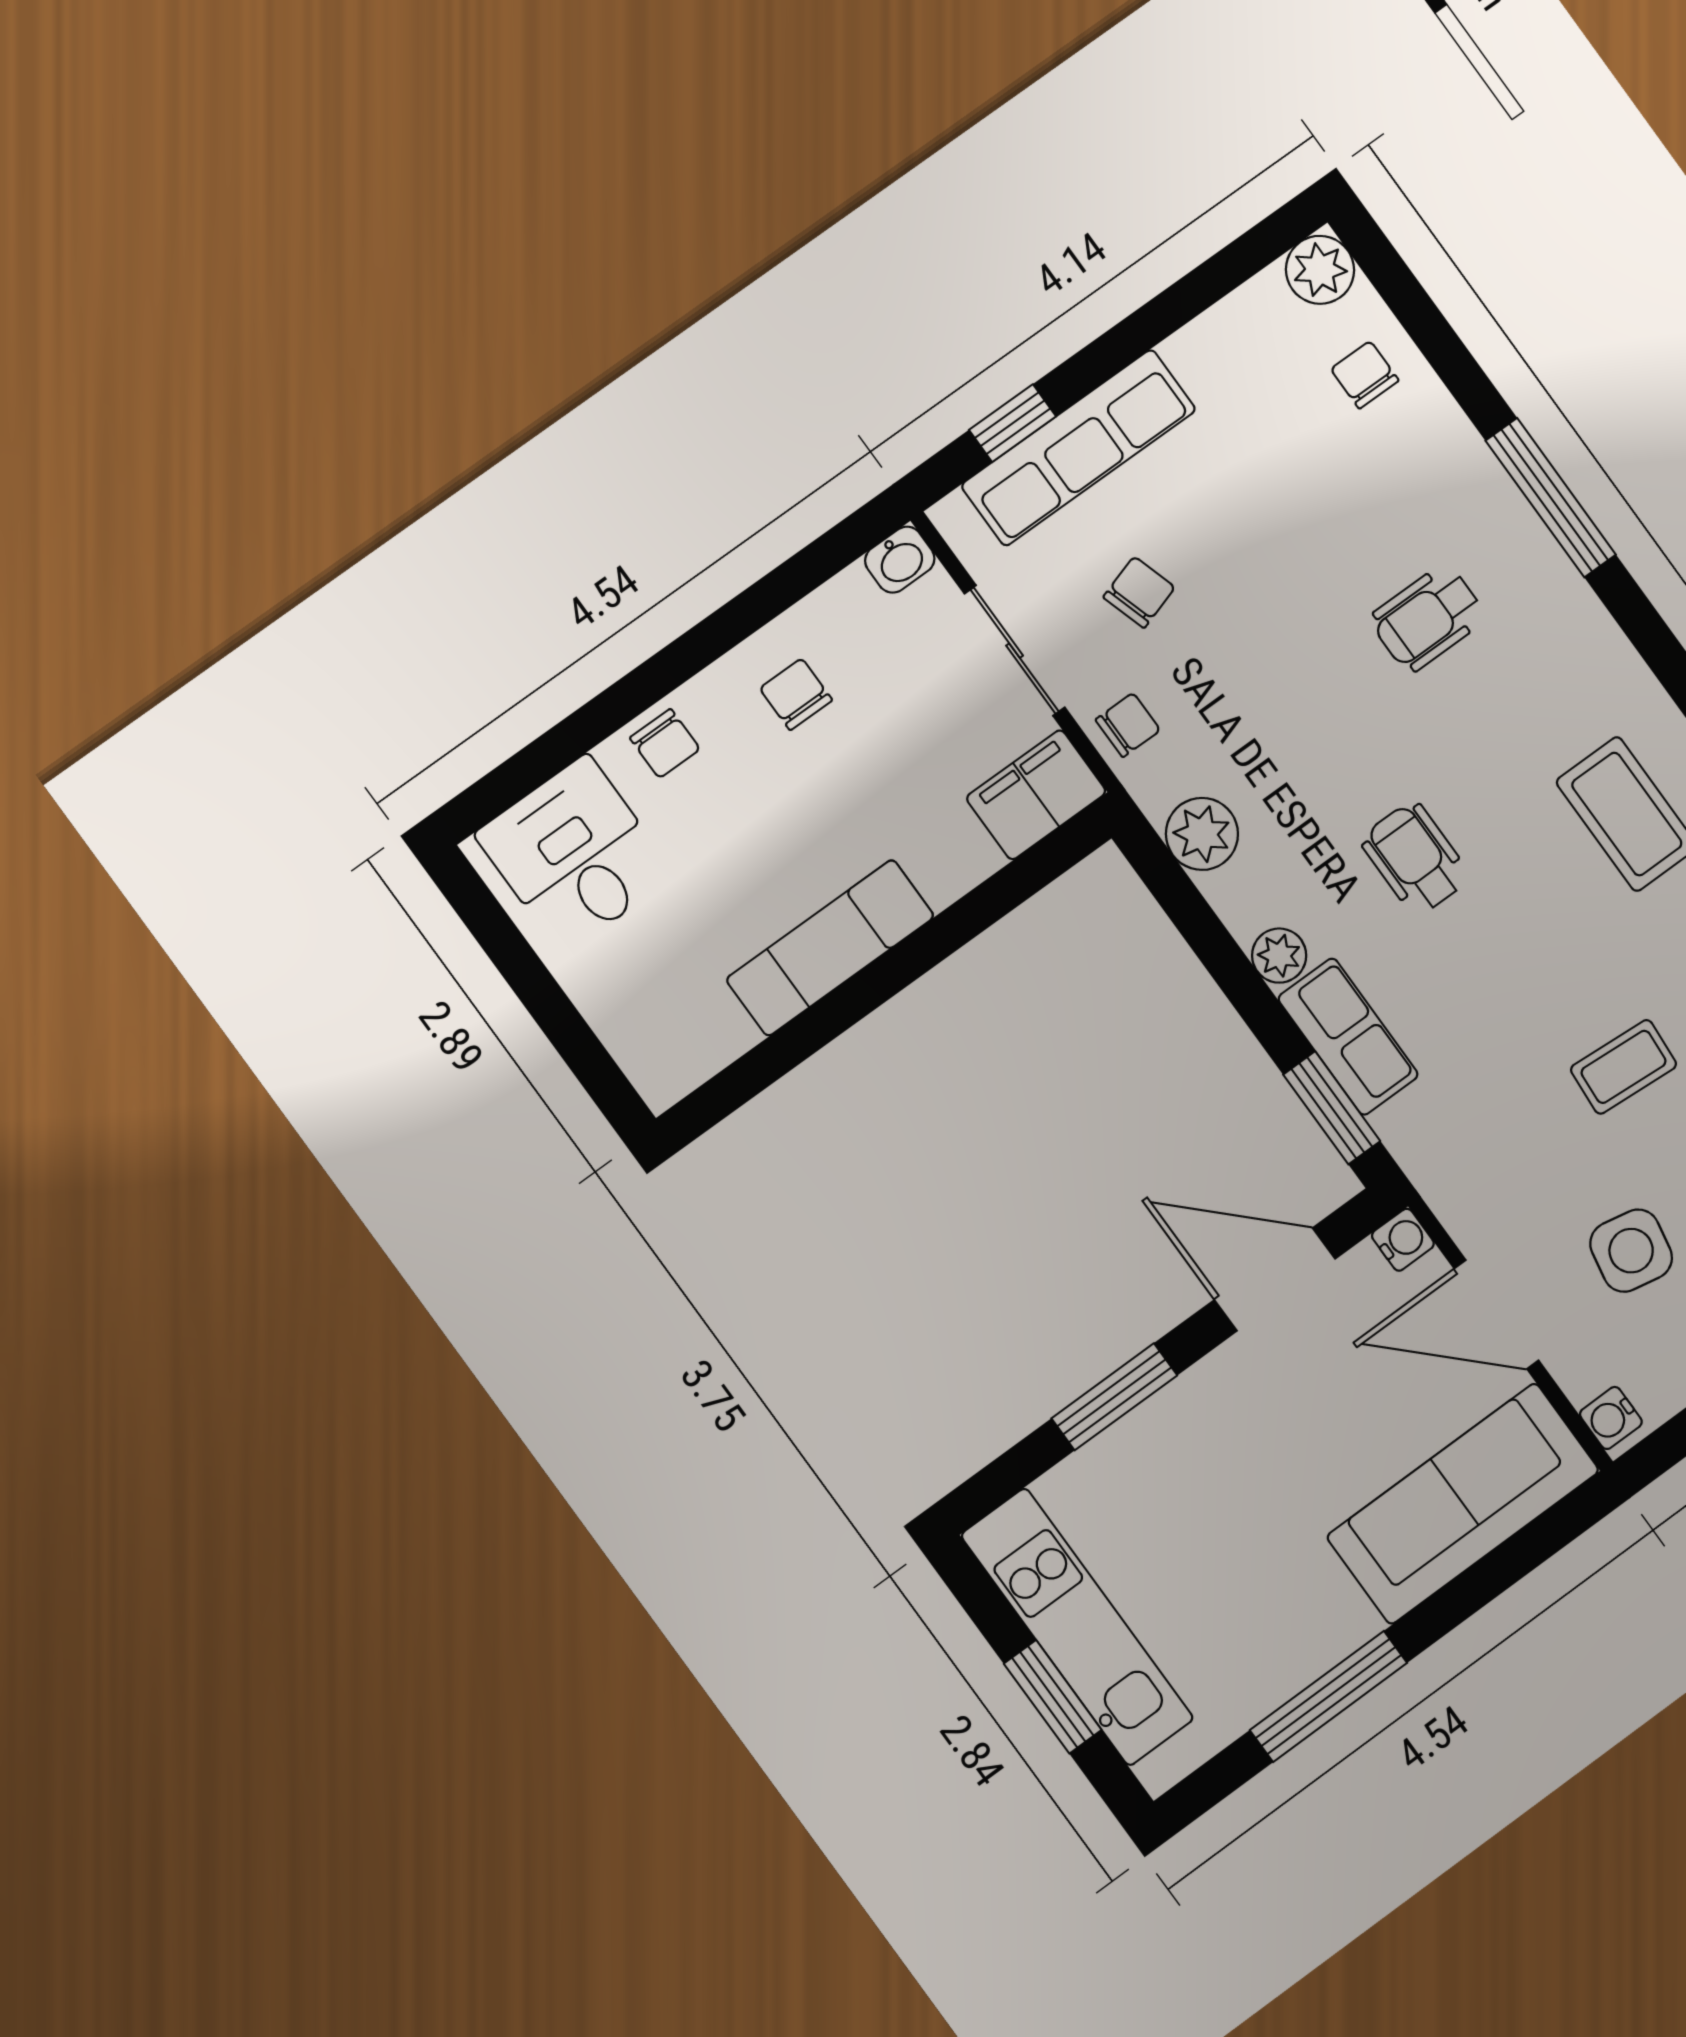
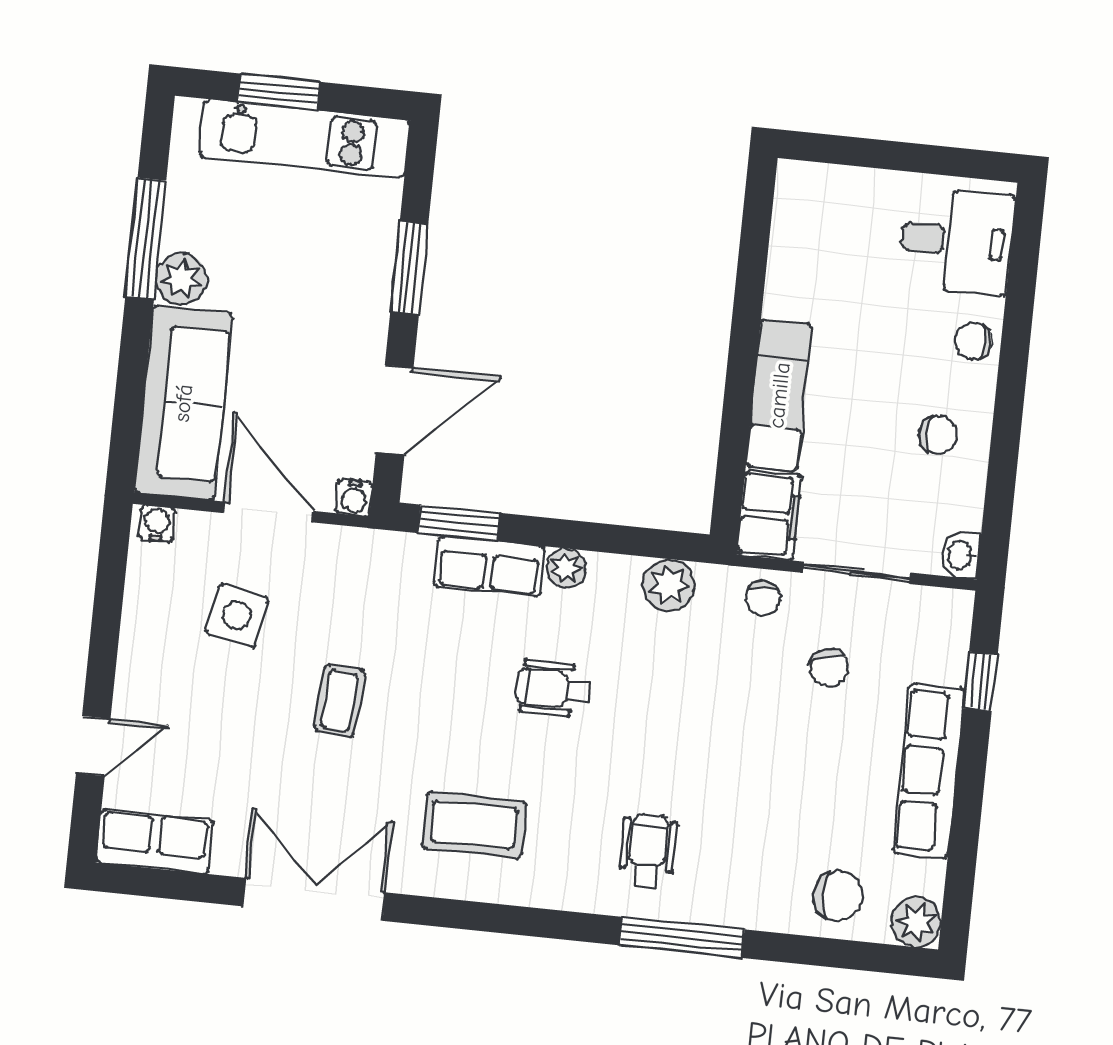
chair: (1365, 375) -> (838, 896), width x1.37, depth x1.37
row of seats: (1079, 448) -> (929, 771), moved
wheelchair: (1428, 618) -> (648, 851), moved
wheelchair: (1415, 858) -> (553, 688), turned 180
exam couch: (830, 948) -> (779, 395), moved
door: (1496, 1314) -> (268, 512), hinge flipped
plant: (1337, 1622) -> (181, 279), added

